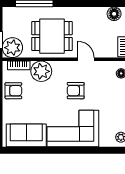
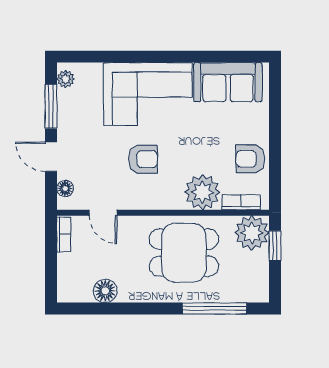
floor lamp: (114, 14) -> (105, 291), moved
door: (86, 59) -> (103, 213), moved

